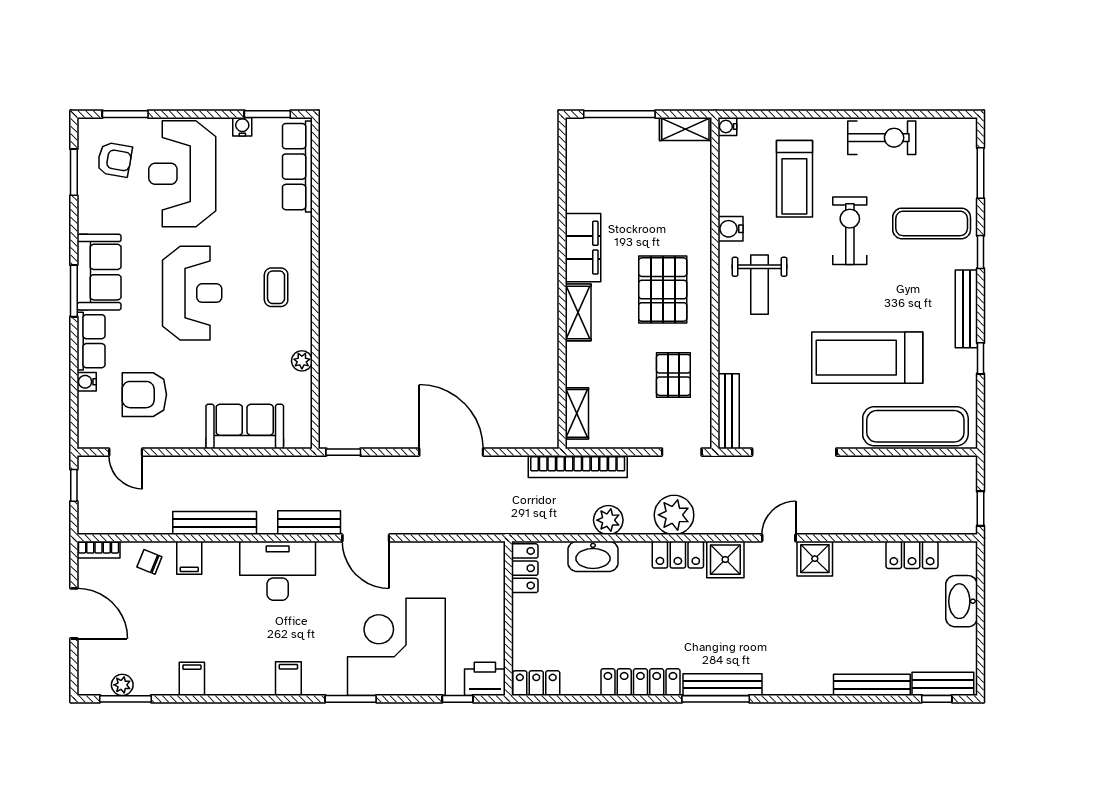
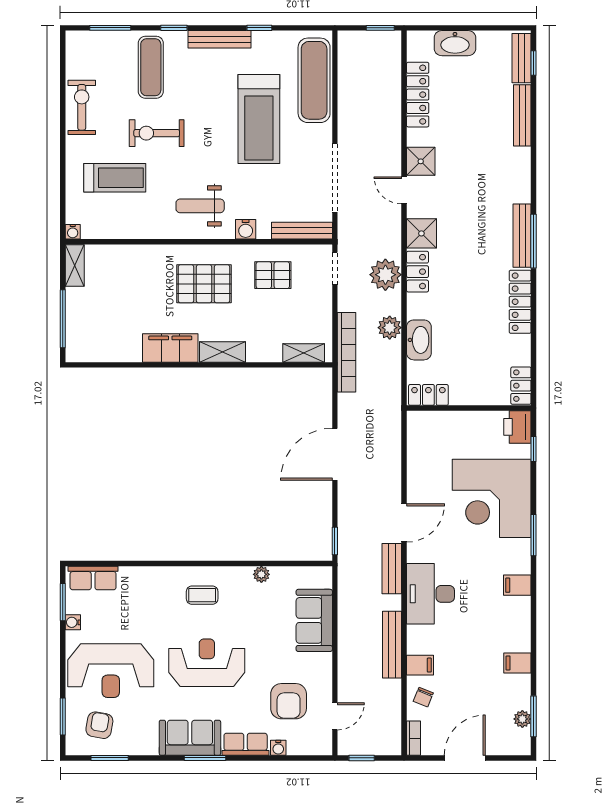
row of seats: (297, 167) -> (93, 578), width x0.68
water cooler: (730, 229) -> (246, 229), moved
weight bench: (760, 285) -> (200, 206), turned 180
locker: (912, 555) -> (418, 95), width x1.53

